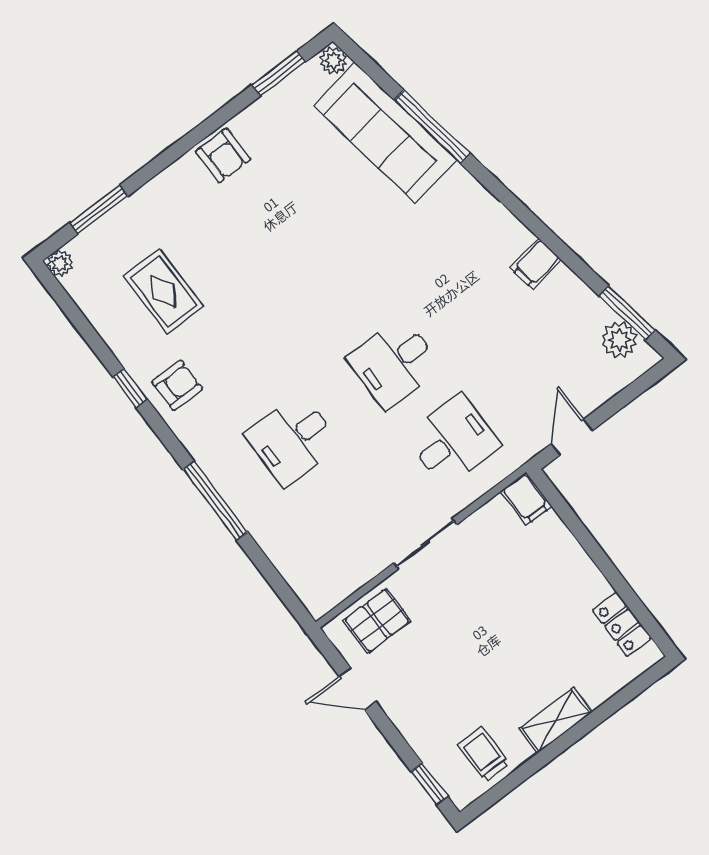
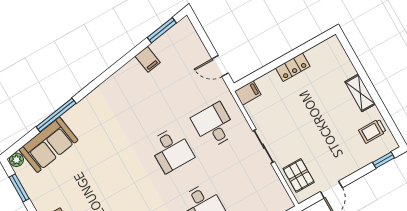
sofa: (385, 133) -> (48, 145), width x0.73
filing cabinet: (536, 264) -> (148, 59), moved
plant: (619, 340) -> (175, 36), removed
locker: (622, 624) -> (293, 67), moved

